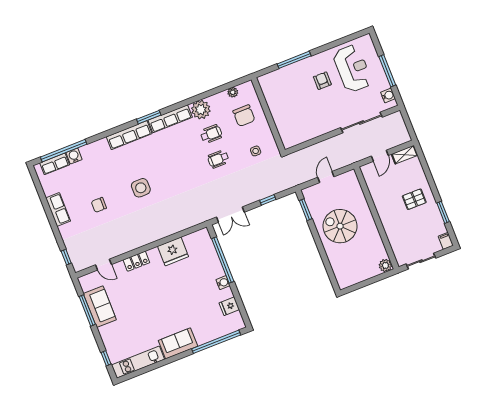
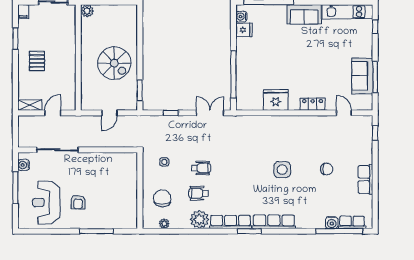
pallet: (414, 199) -> (37, 61), turned 90
water cooler: (223, 283) -> (241, 17), moved

